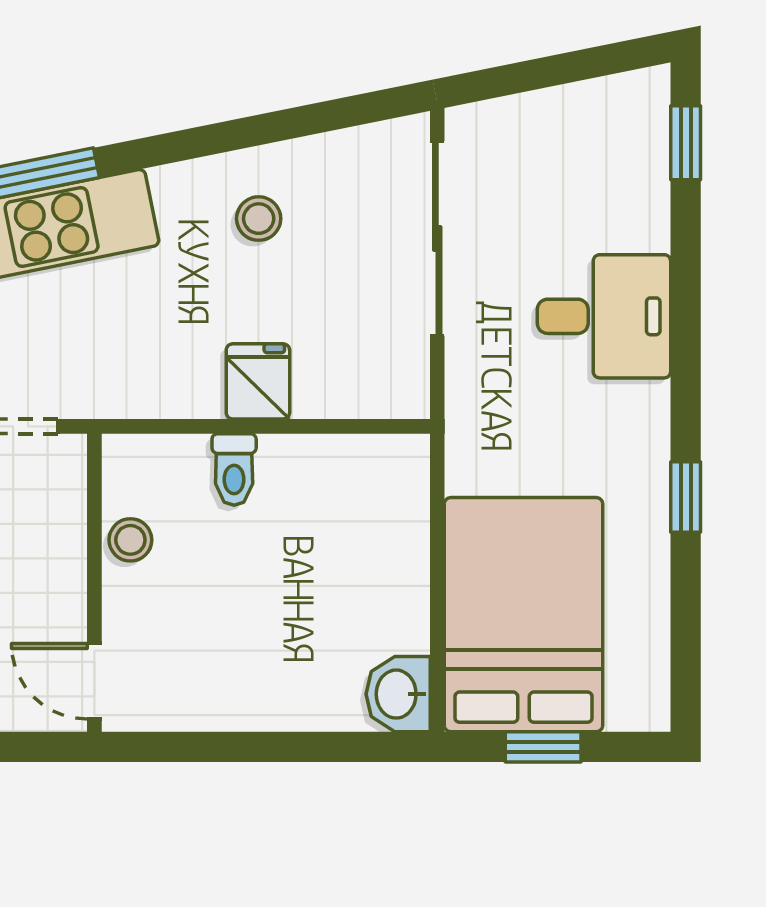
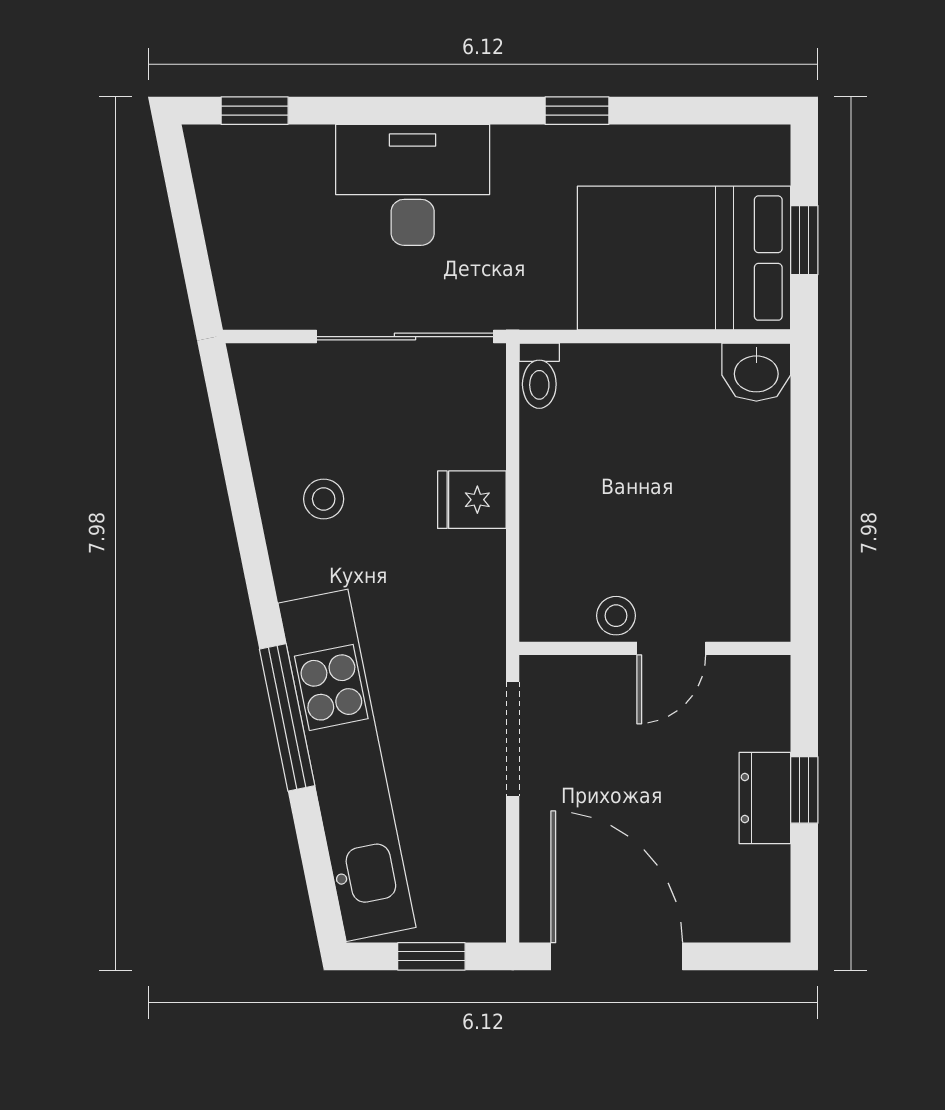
sliding door: (437, 238) -> (405, 337), moved
desk: (604, 316) -> (413, 185), width x1.37
toilet: (234, 469) -> (539, 376), moved, turned 90
door: (94, 681) -> (671, 648), moved

